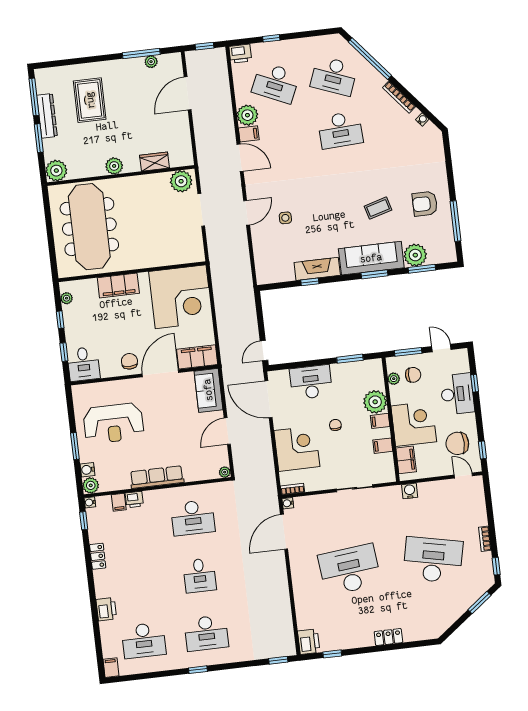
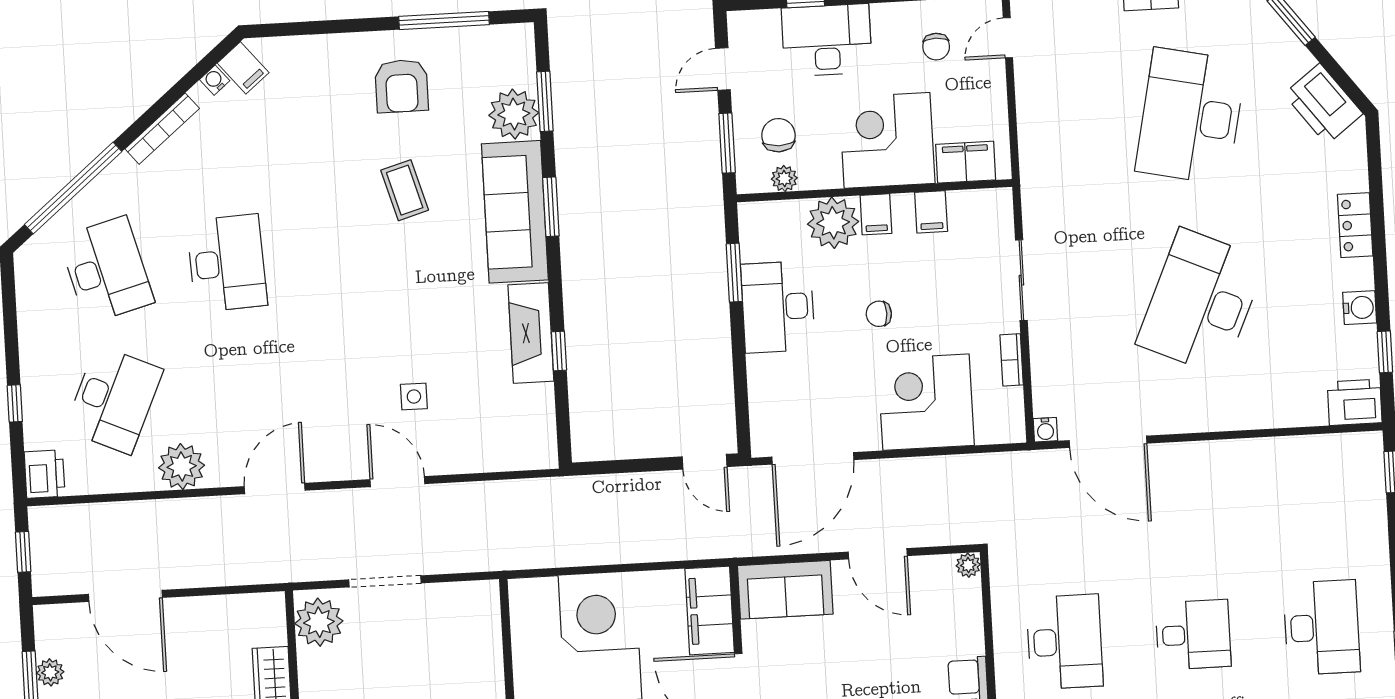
desk: (334, 76) -> (106, 270), turned -36
filing cabinet: (249, 134) -> (243, 68), moved, turned 140
desk: (311, 382) -> (778, 307), moved
chair: (457, 443) -> (936, 47), width x0.54, depth x0.54
bookcase: (292, 489) -> (1012, 360), moved
water cooler: (410, 491) -> (1360, 308), moved, turned 180
desk: (350, 570) -> (1201, 302), turned 30
printer: (442, 619) -> (1323, 104), added

